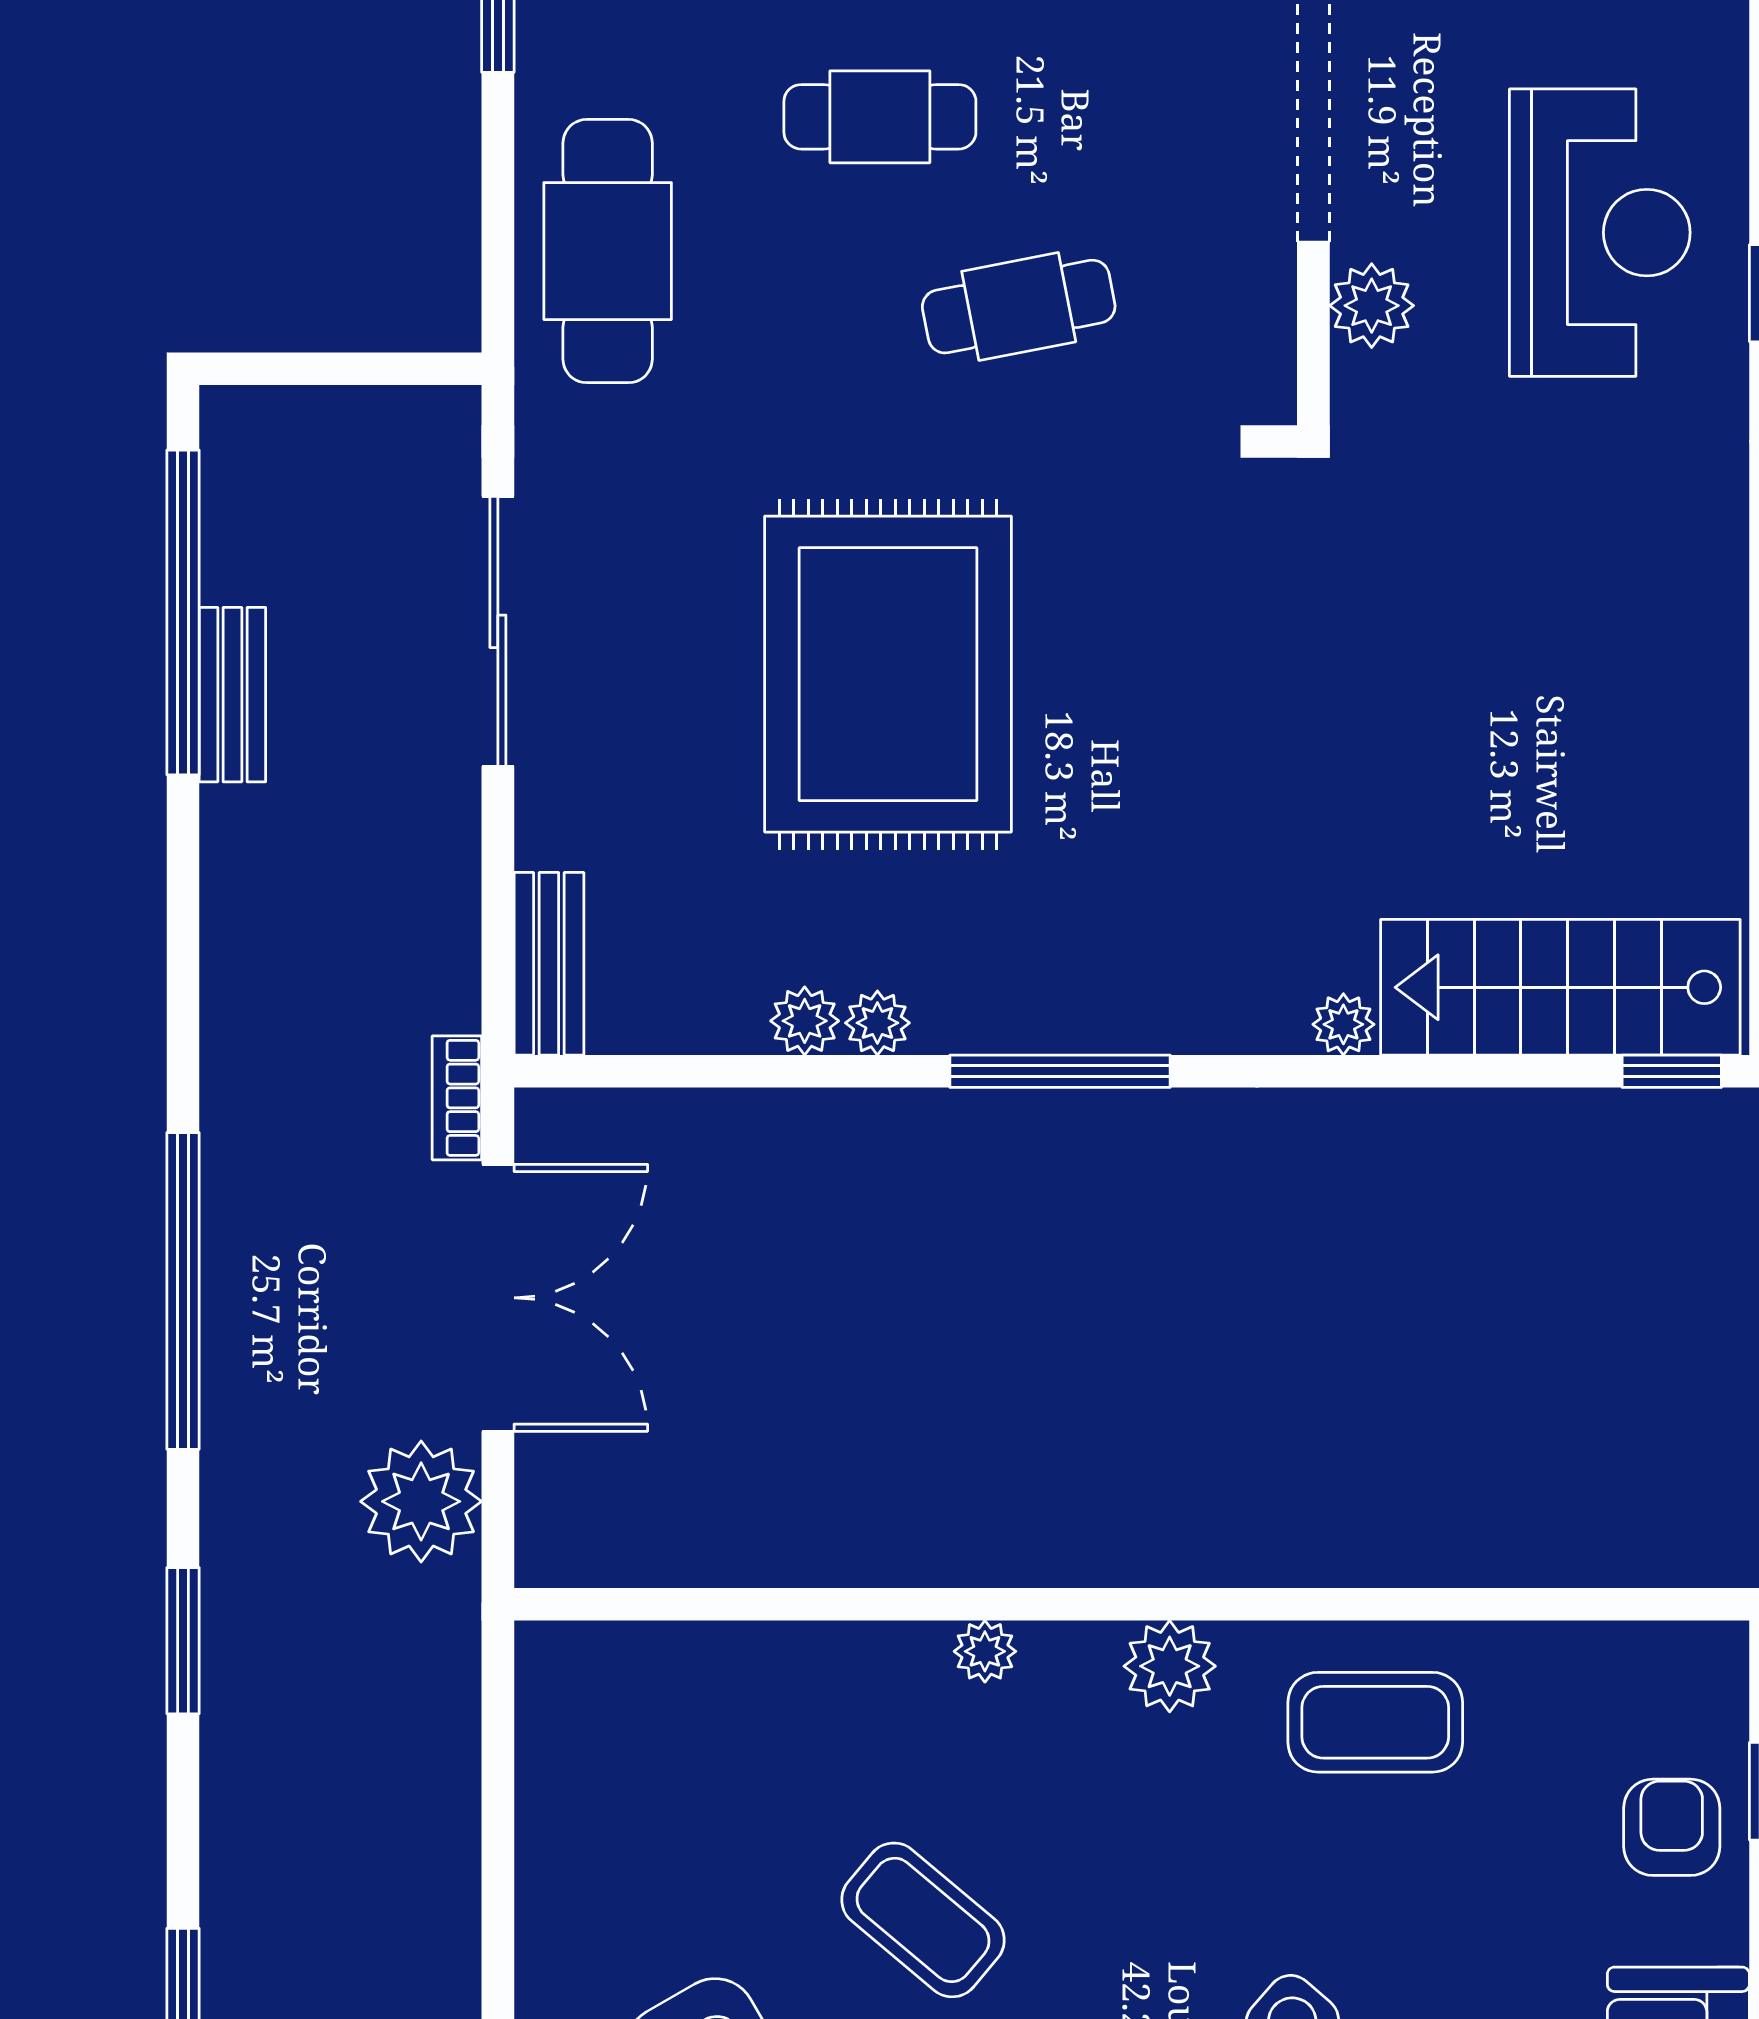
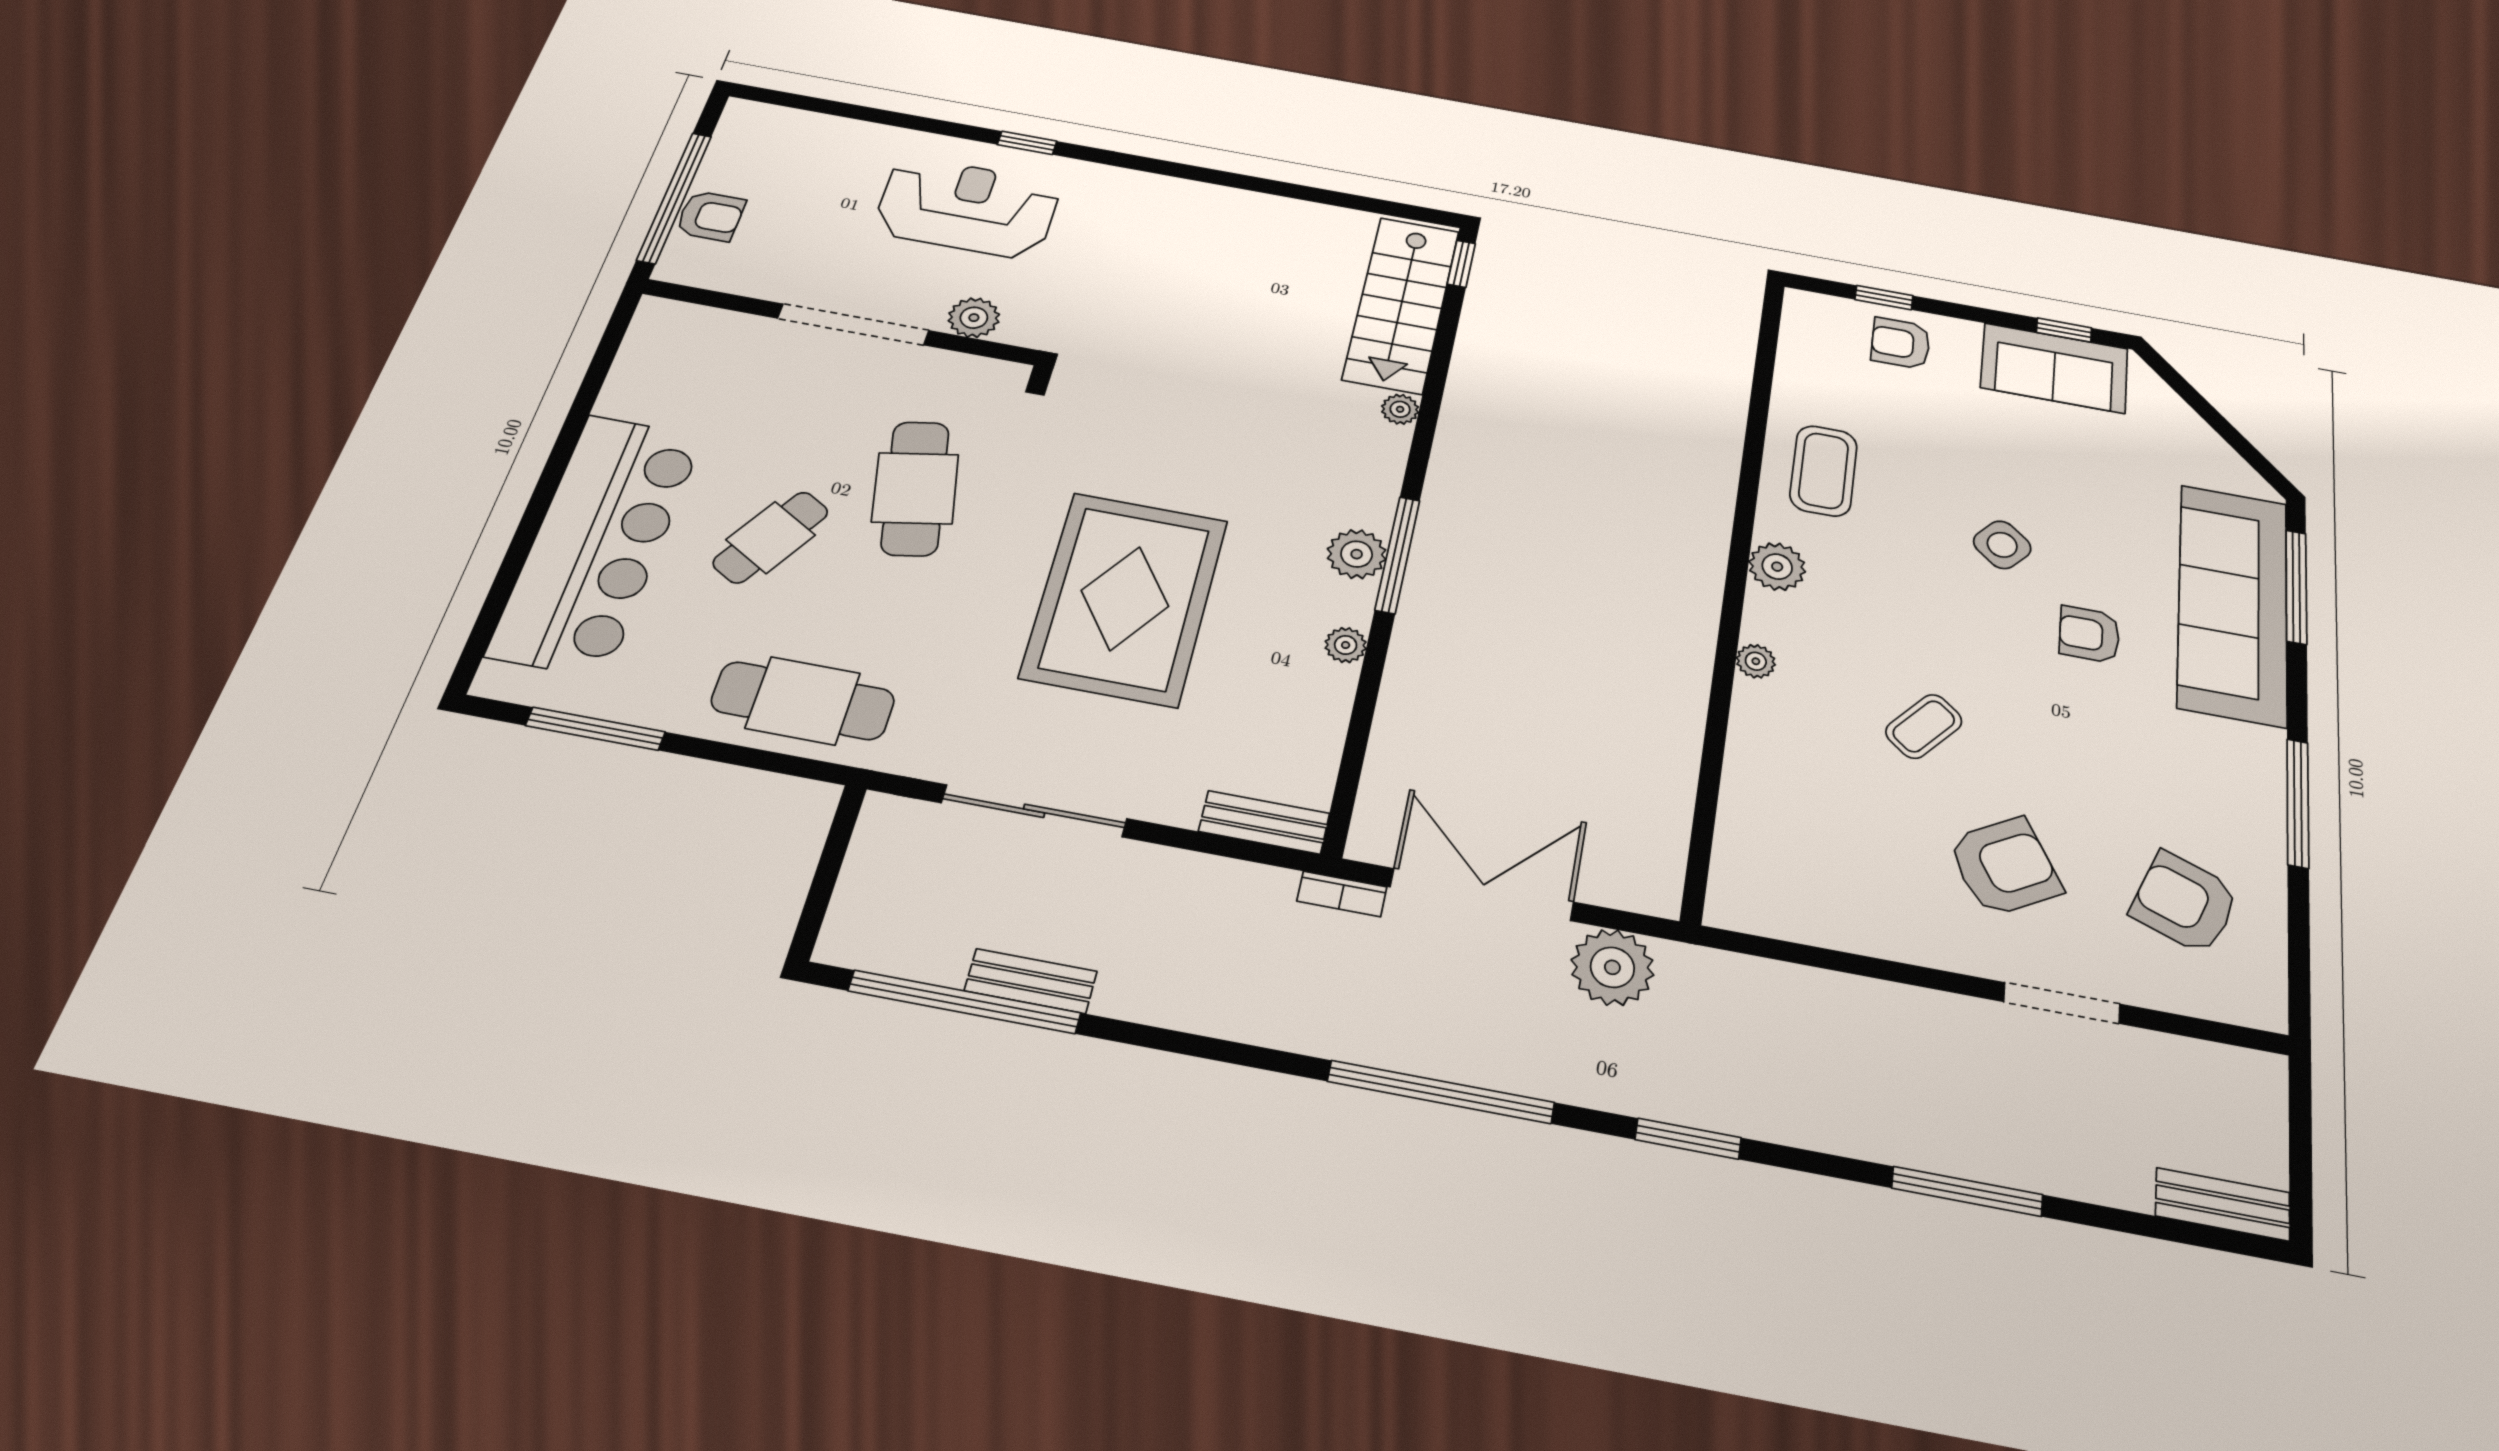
cafe table: (880, 117) -> (771, 537), turned 31
cafe table: (1019, 307) -> (915, 488), width x1.37, depth x1.35
rug: (888, 674) -> (1125, 598), turned 90
plant: (805, 1021) -> (1357, 554), moved, width x1.38, depth x1.38
coffee table: (923, 1920) -> (1924, 726), width x0.73, depth x0.77

